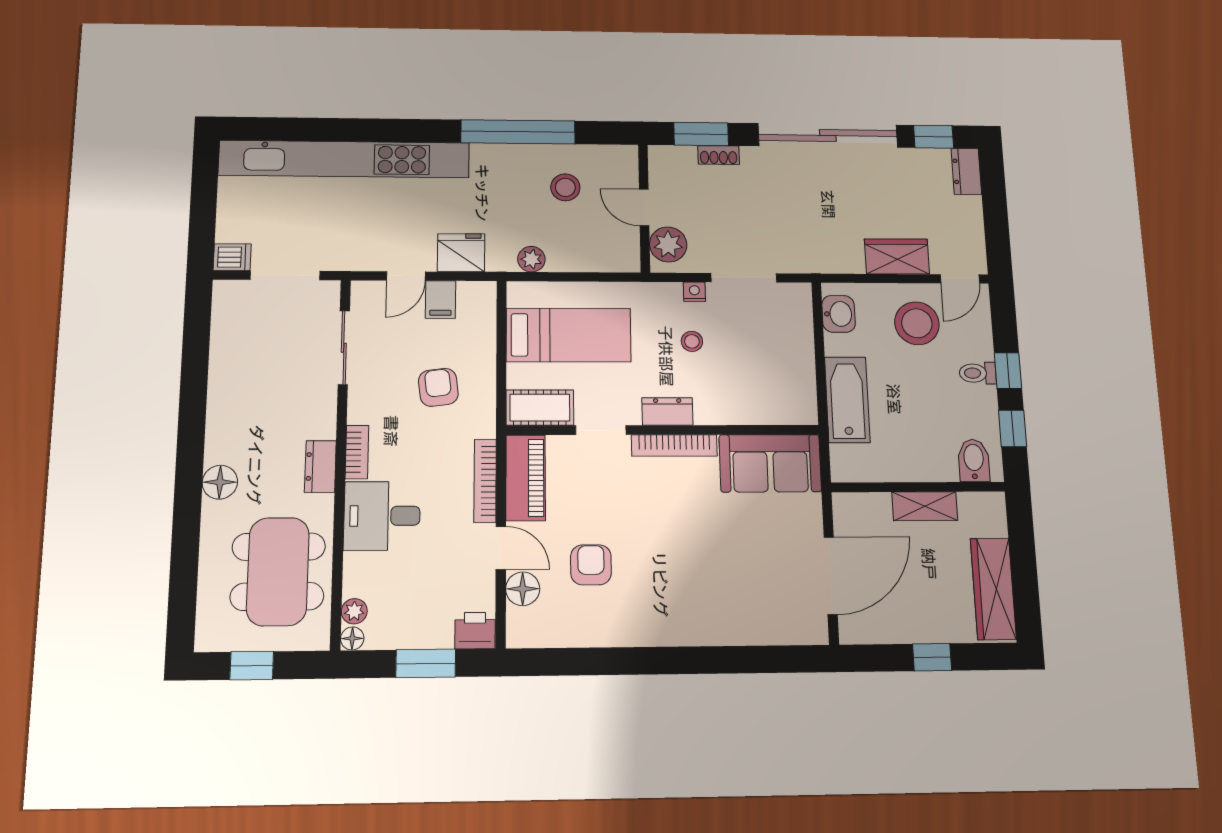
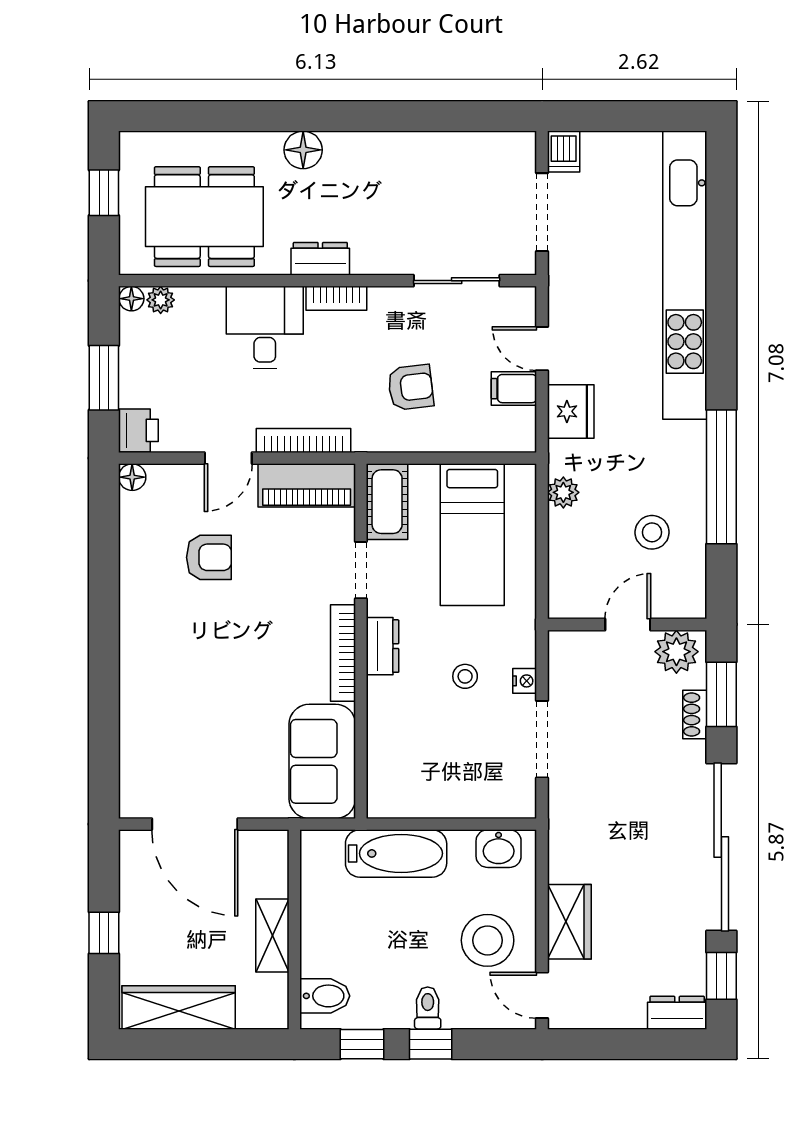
plant: (668, 244) -> (676, 652), moved
floor lamp: (523, 589) -> (132, 477), moved, width x0.73, depth x0.73

